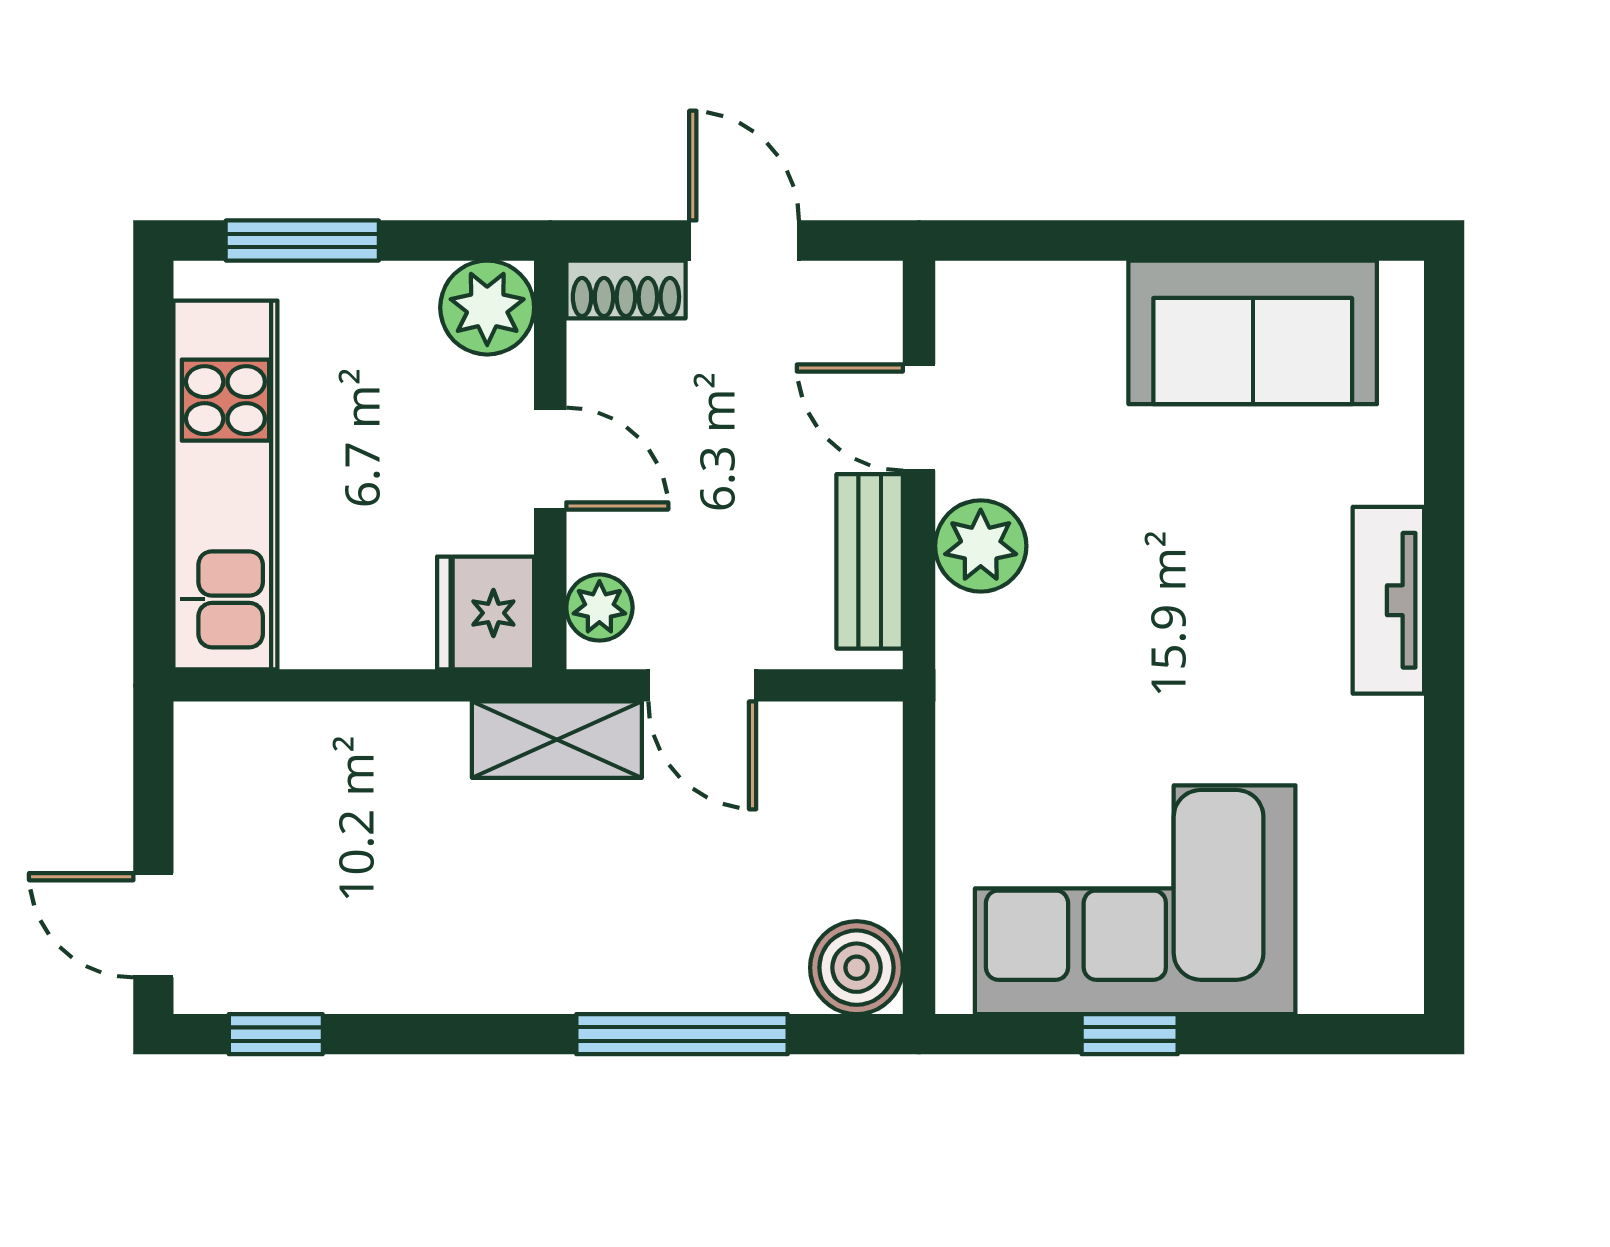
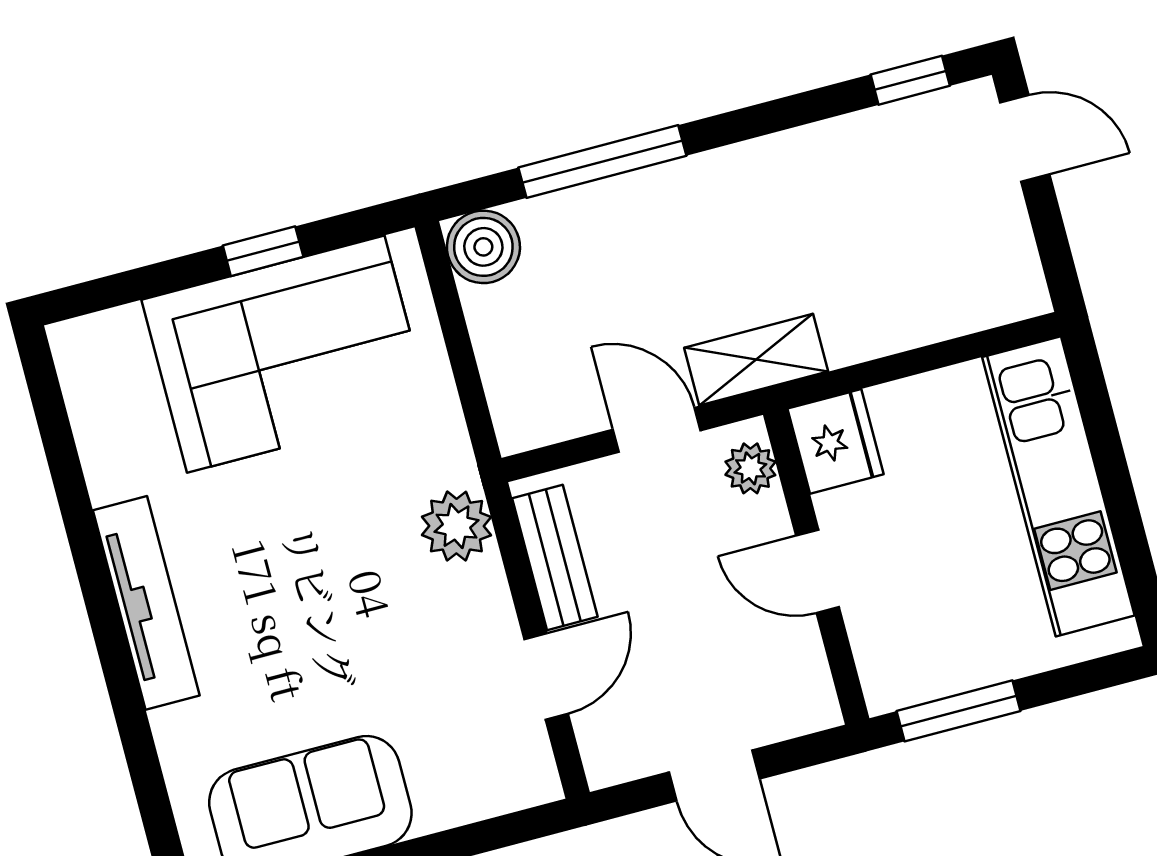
window: (302, 241) -> (959, 711), moved
shoe rack: (626, 290) -> (794, 715), removed
plant: (487, 308) -> (896, 673), removed
door: (919, 417) -> (546, 676), hinge flipped
plant: (981, 546) -> (456, 526), moved
tv unit: (1388, 600) -> (146, 603), width x1.41

